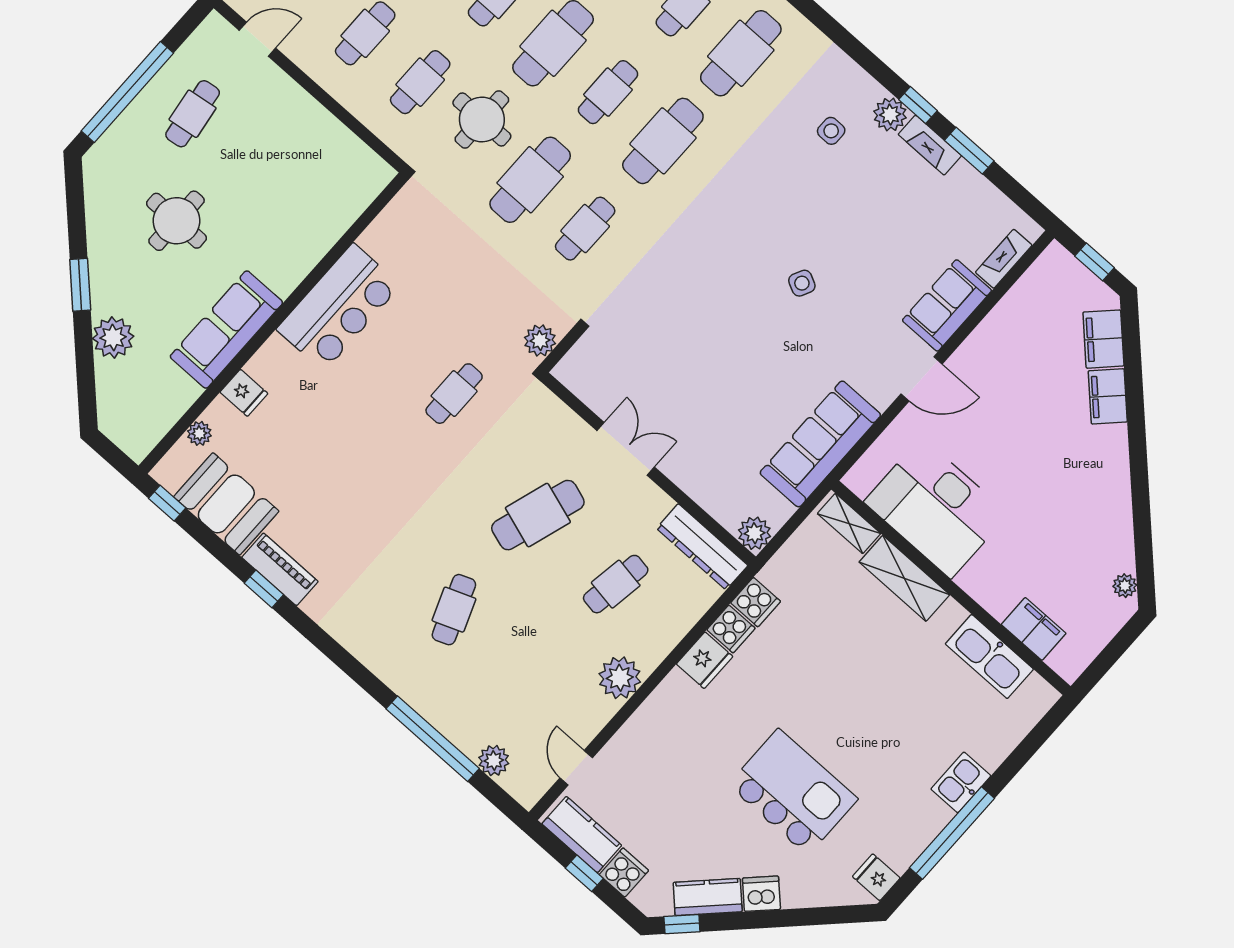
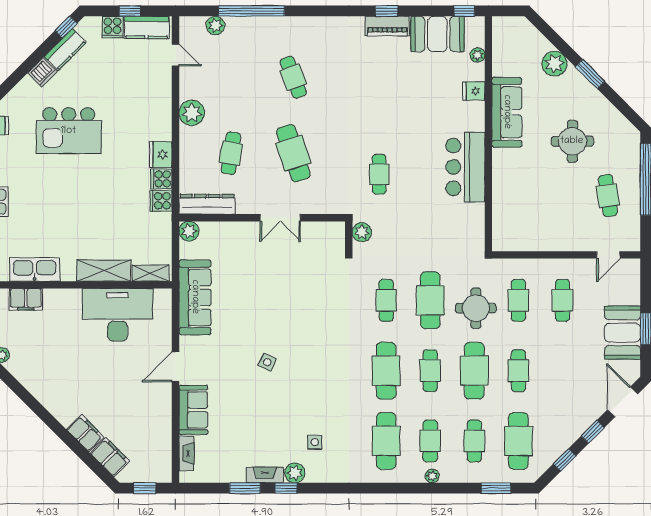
cafe table: (538, 515) -> (293, 153), turned -36

